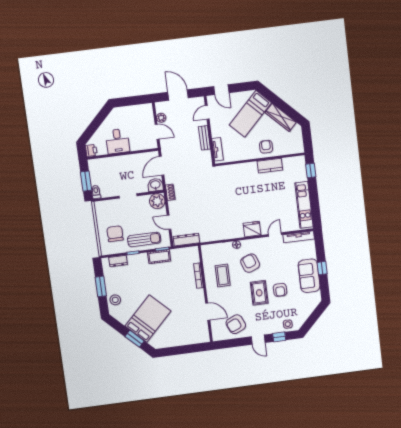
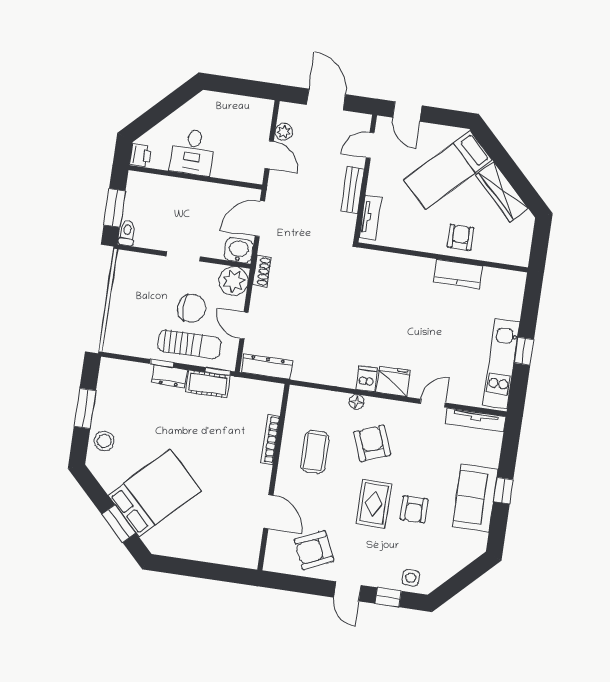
window: (311, 171) -> (524, 351), moved
dishwasher: (238, 232) -> (367, 379), added
chair: (115, 234) -> (192, 308), moved, turned 90
dresser: (118, 261) -> (169, 376), moved

